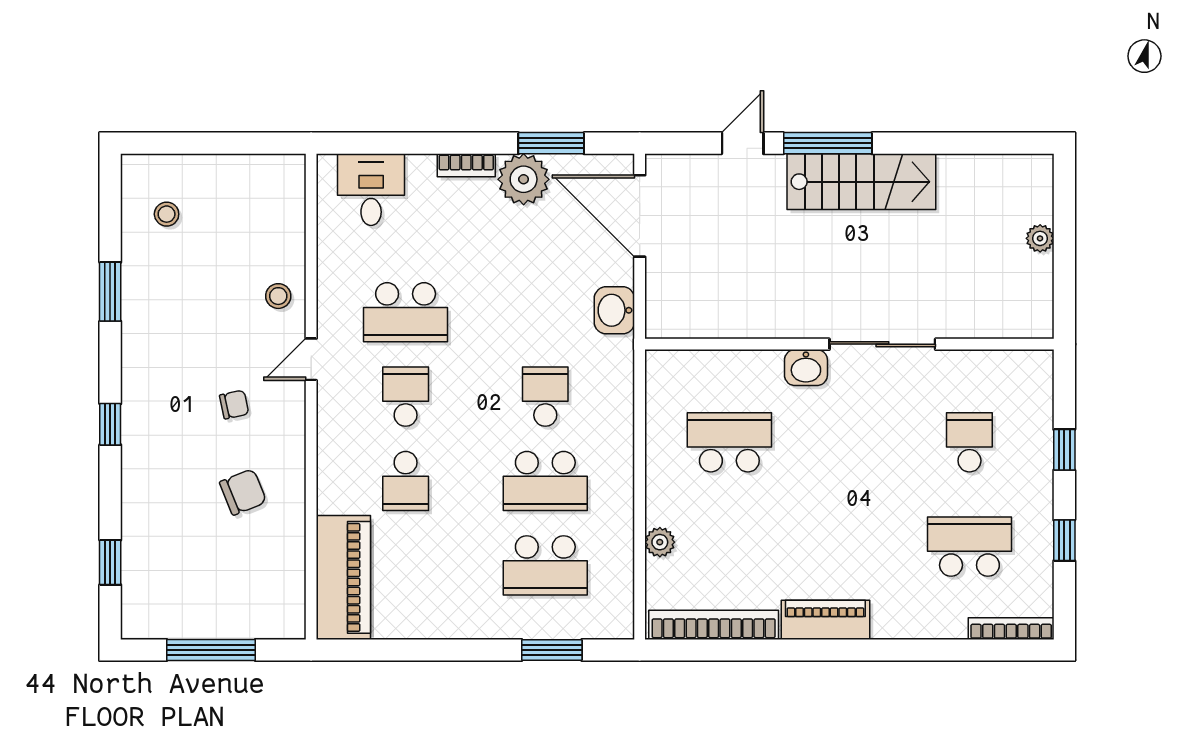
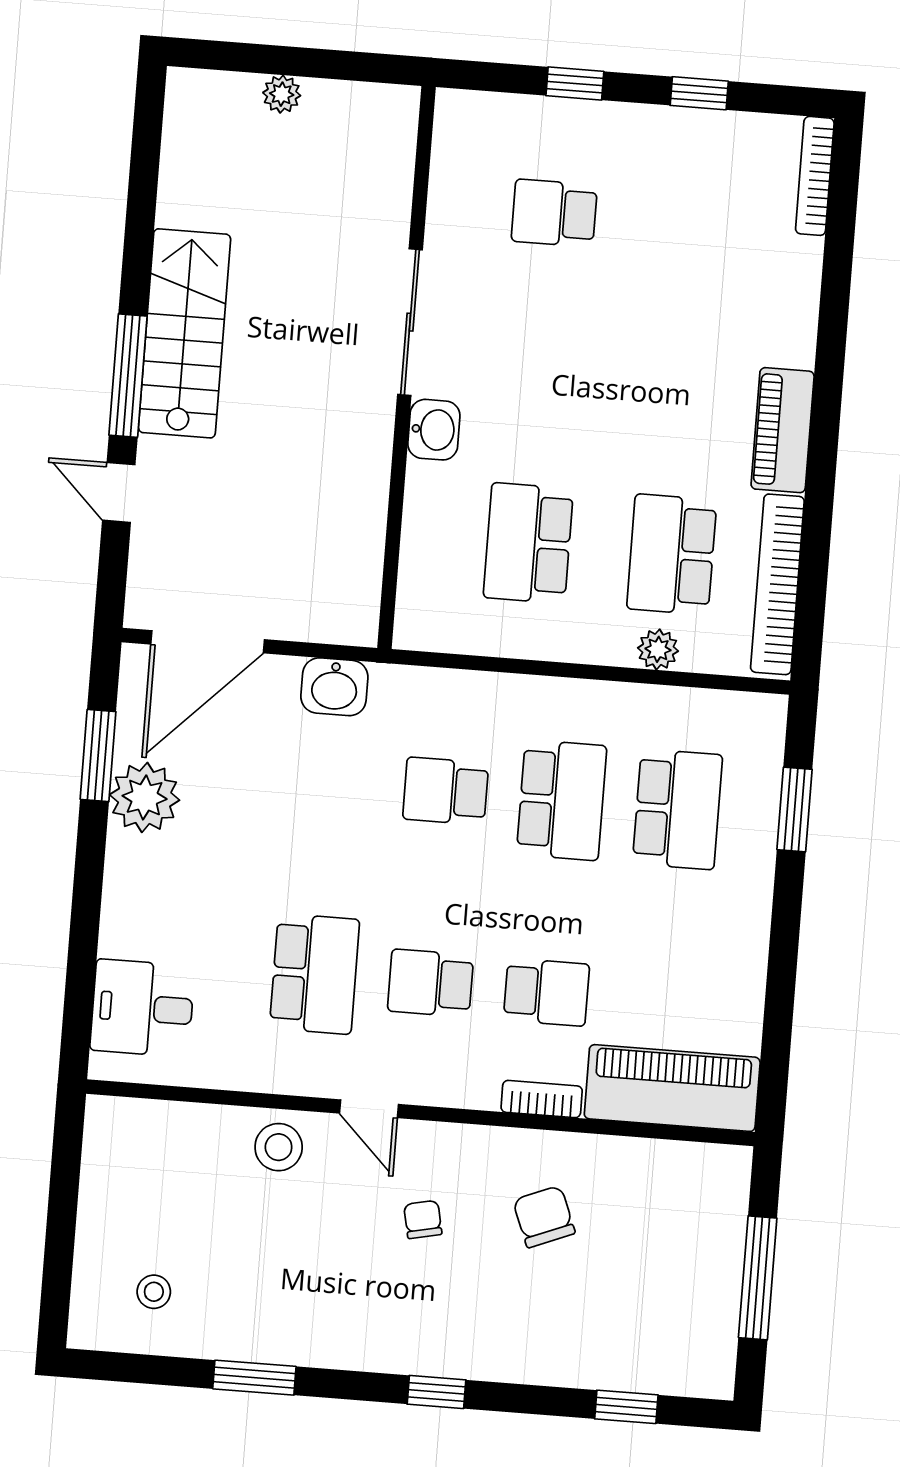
bookcase: (466, 165) -> (542, 1099), moved, turned -90
stool: (278, 296) -> (279, 1147), width x1.37, depth x1.37
school desk: (969, 547) -> (672, 554), moved

